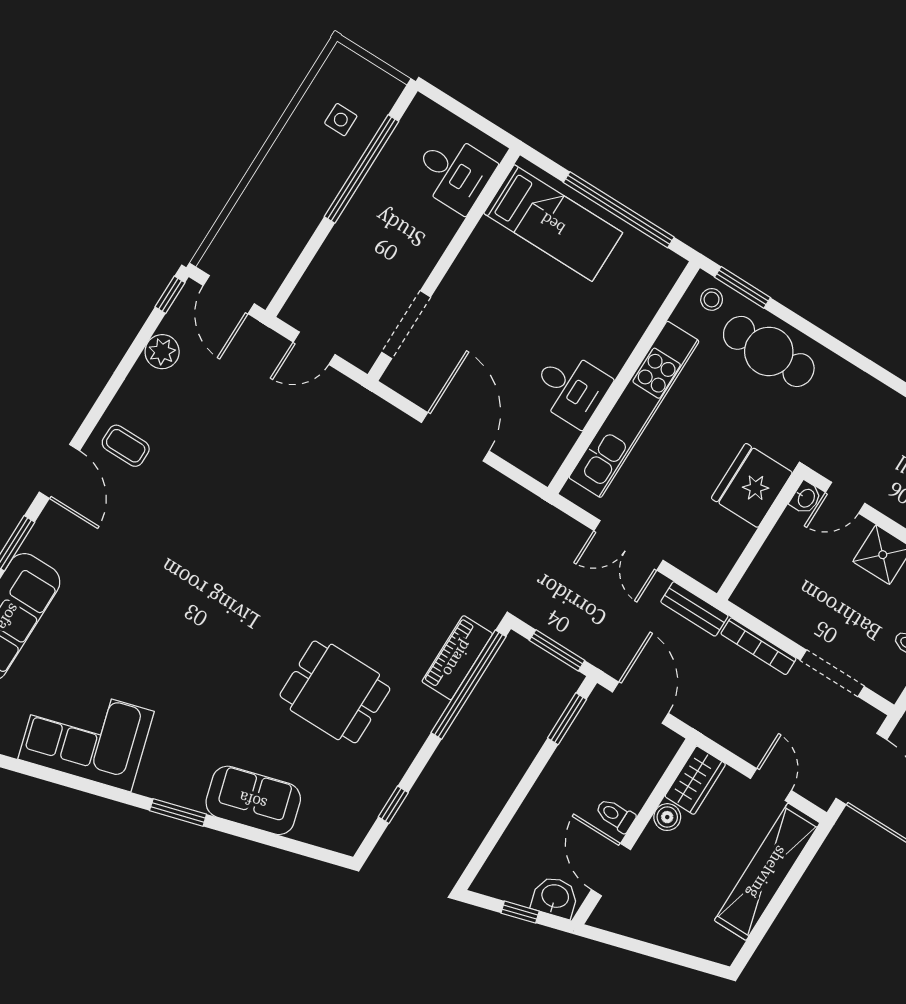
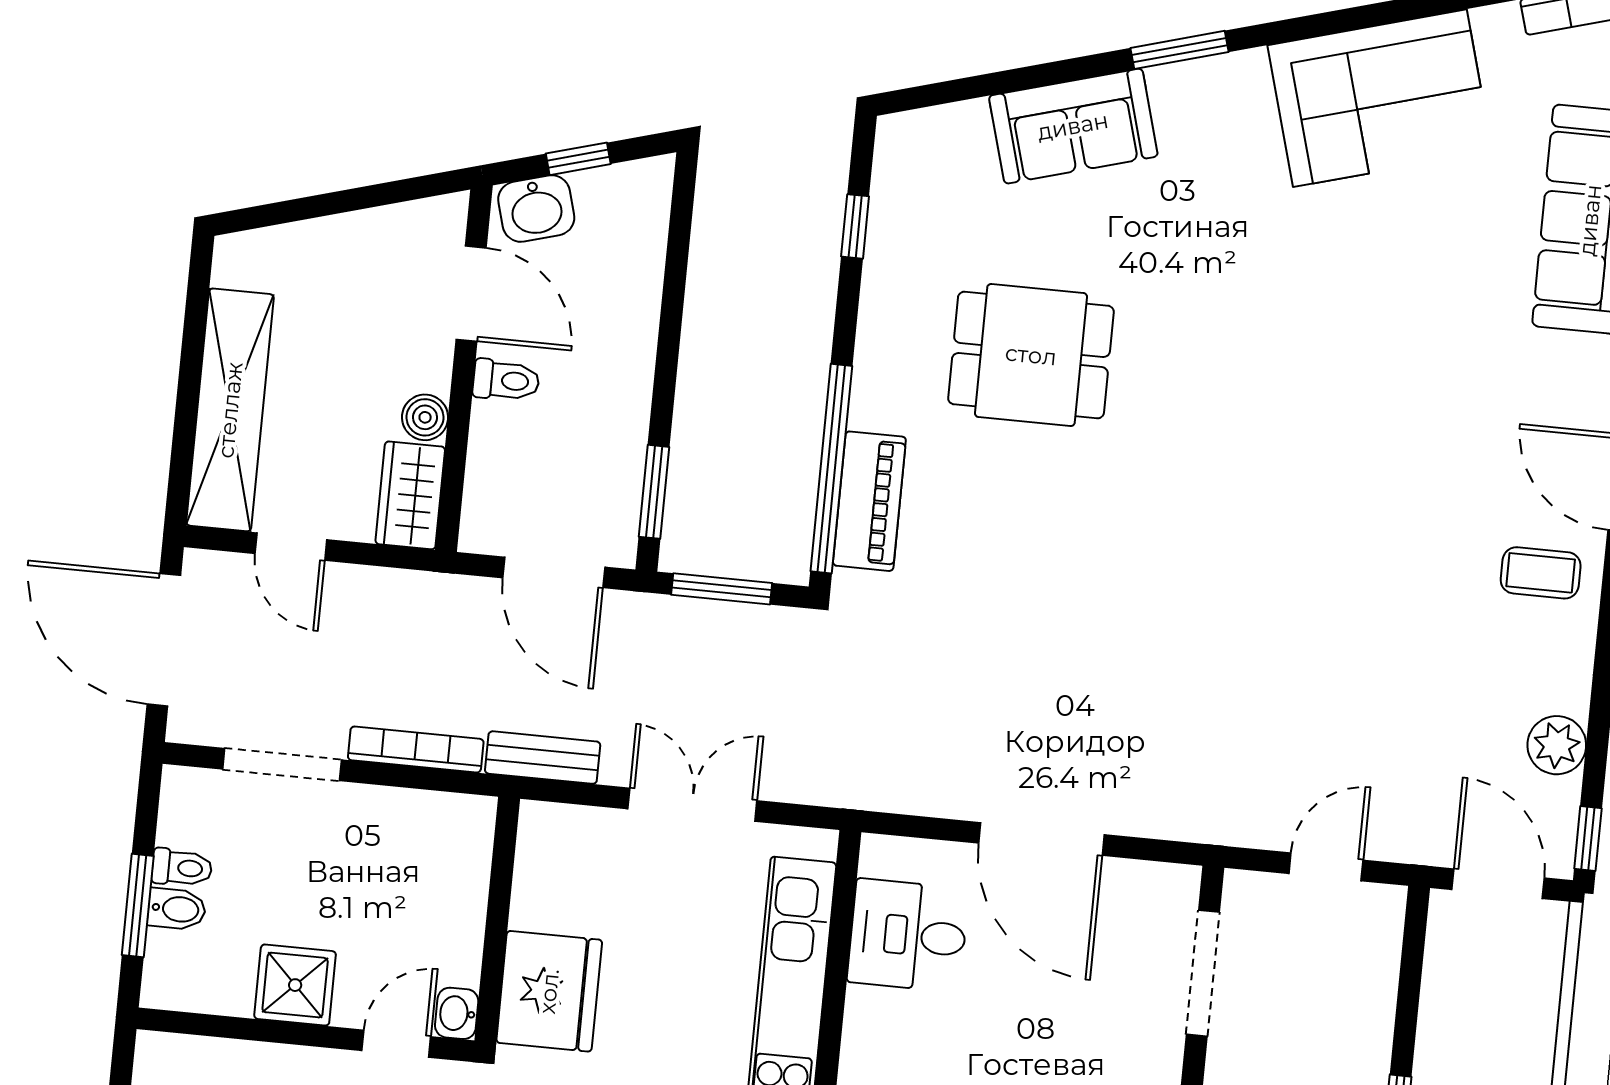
desk: (571, 388) -> (908, 935), moved

